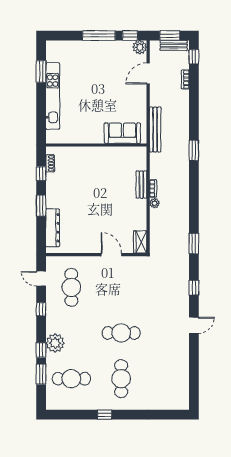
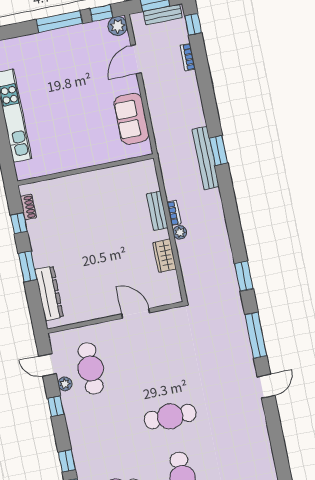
bench: (155, 130) -> (206, 158), moved
sofa: (122, 133) -> (131, 119), moved, turned -90
wardrobe: (140, 242) -> (165, 256), moved
window: (194, 287) -> (256, 335), width x2.17
plant: (55, 343) -> (65, 384), moved, width x0.53, depth x0.53

